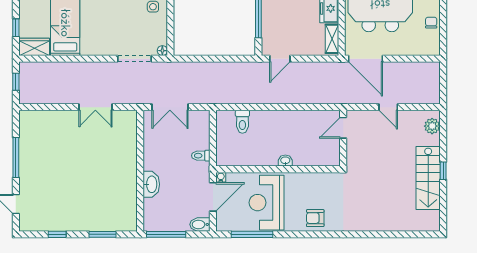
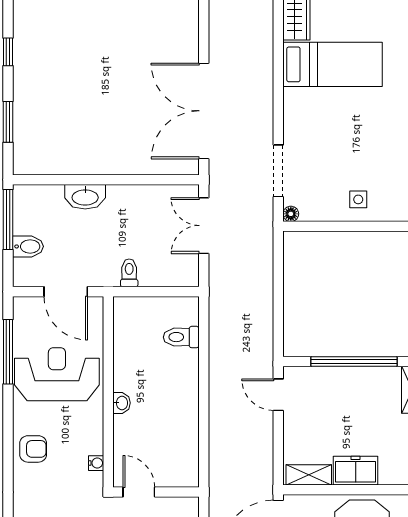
double door: (95, 107) -> (204, 111), width x1.87
door: (343, 128) -> (139, 492), moved
water cooler: (221, 177) -> (96, 463), moved
armchair: (315, 218) -> (33, 449), turned 90
bidet: (200, 224) -> (28, 246), moved, turned 90

